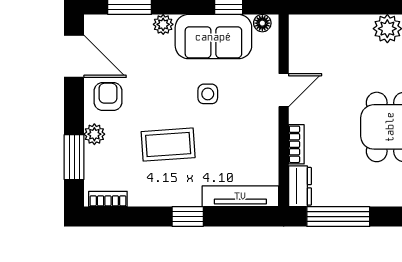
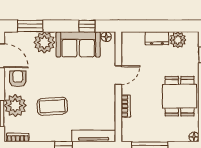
plant: (163, 24) -> (44, 42), width x1.87, depth x1.87
side table: (208, 94) -> (75, 77), removed
plant: (94, 134) -> (15, 106), width x1.87, depth x1.87
dresser: (300, 186) -> (157, 38), moved, turned 90

